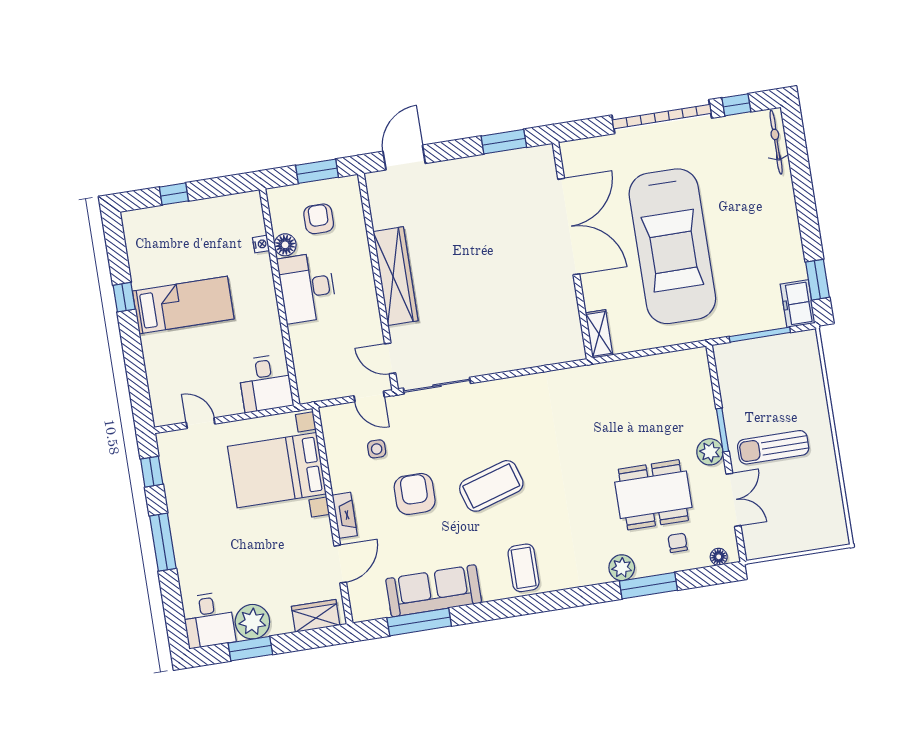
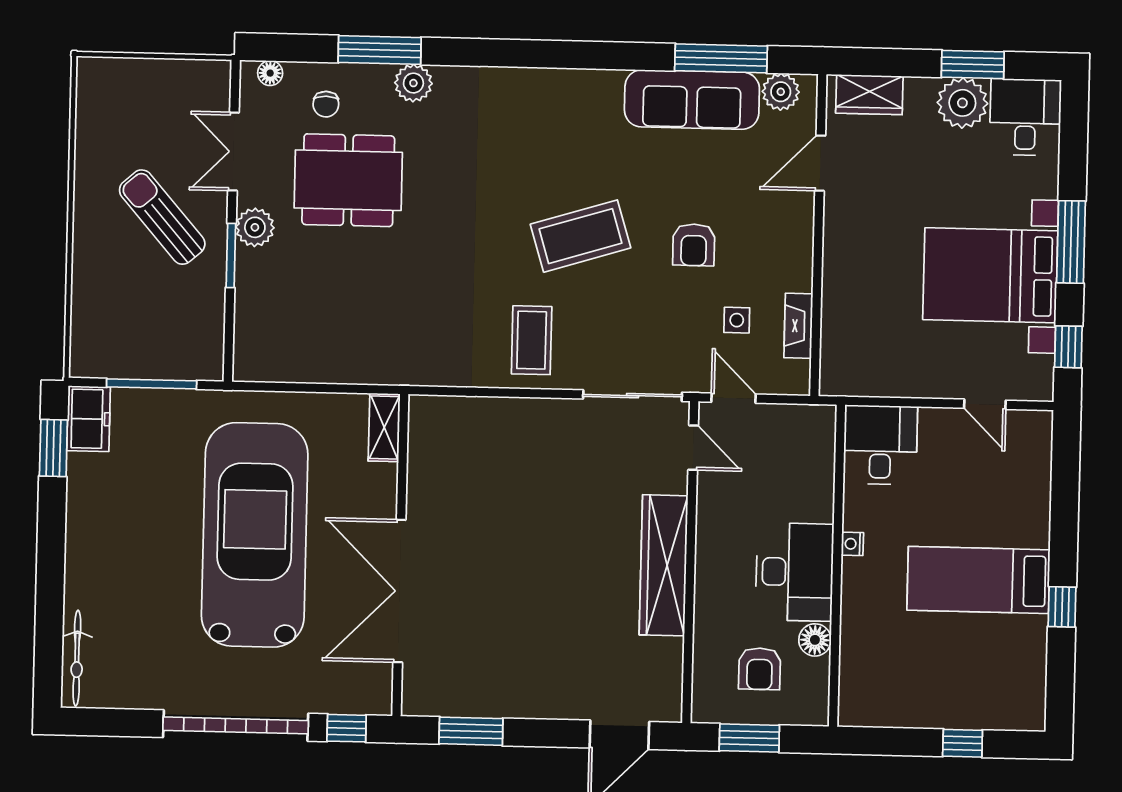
window: (736, 105) -> (347, 728), moved
nightstand: (261, 244) -> (852, 544), moved
sun lounger: (773, 447) -> (162, 217), turned -131
bed with nightstands: (277, 470) -> (990, 275), moved, turned 180
armchair: (415, 494) -> (694, 245), width x0.72, depth x0.72
fireplace: (345, 515) -> (798, 326), moved
coffee table: (524, 568) -> (532, 340), moved
plant: (375, 607) -> (781, 92), added

